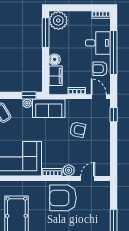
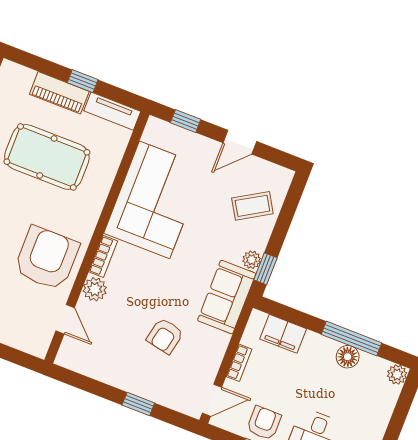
plant: (58, 20) -> (397, 374), width x0.53, depth x0.53
window: (46, 33) -> (352, 339), moved
floor lamp: (55, 59) -> (348, 357), moved
window: (114, 115) -> (138, 404), moved

